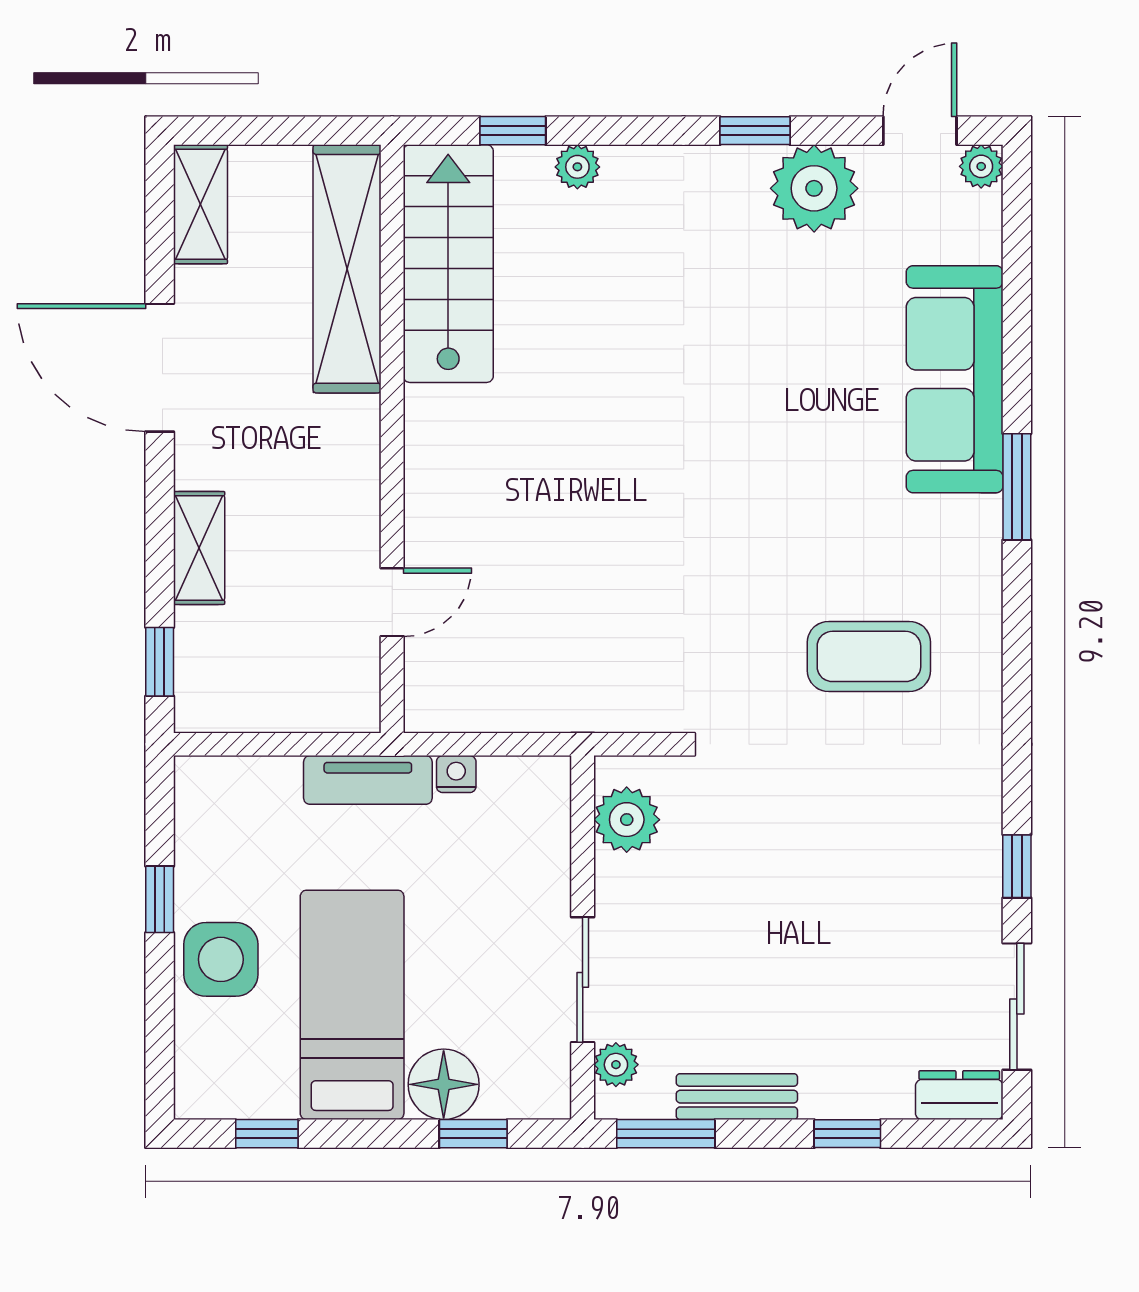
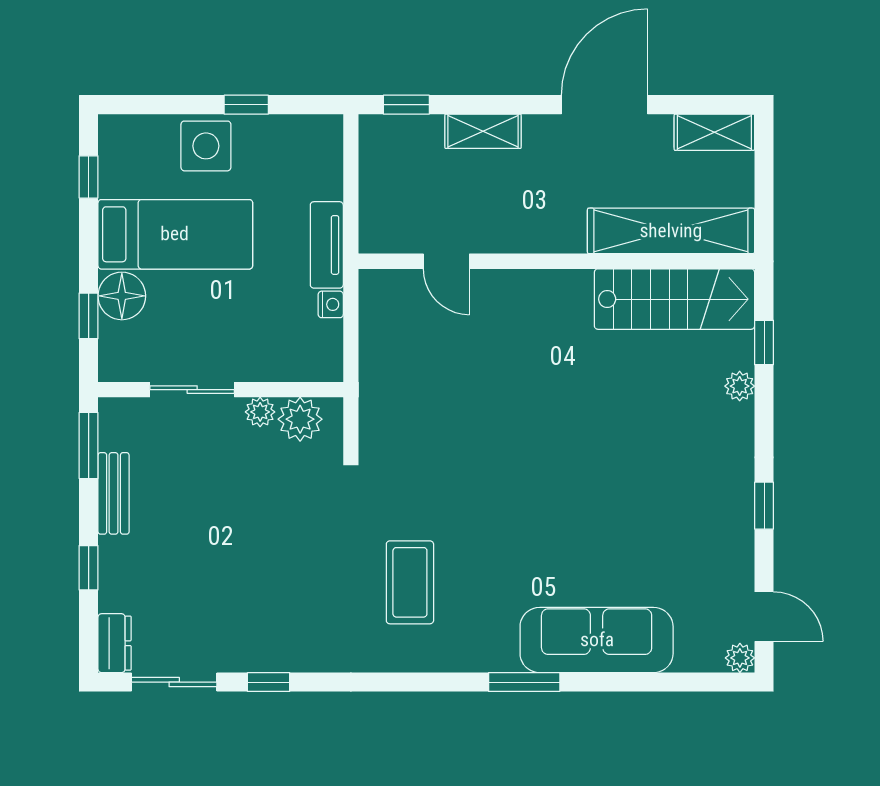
plant: (814, 188) -> (725, 545), removed
plant: (616, 1065) -> (260, 412), moved

